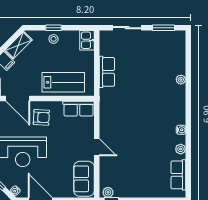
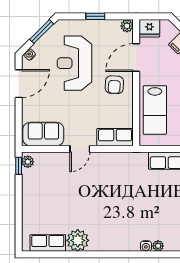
row of seats: (79, 109) -> (115, 137), moved, turned 90
water cooler: (181, 130) -> (146, 246), moved
plant: (181, 149) -> (78, 240), width x1.87, depth x1.87

